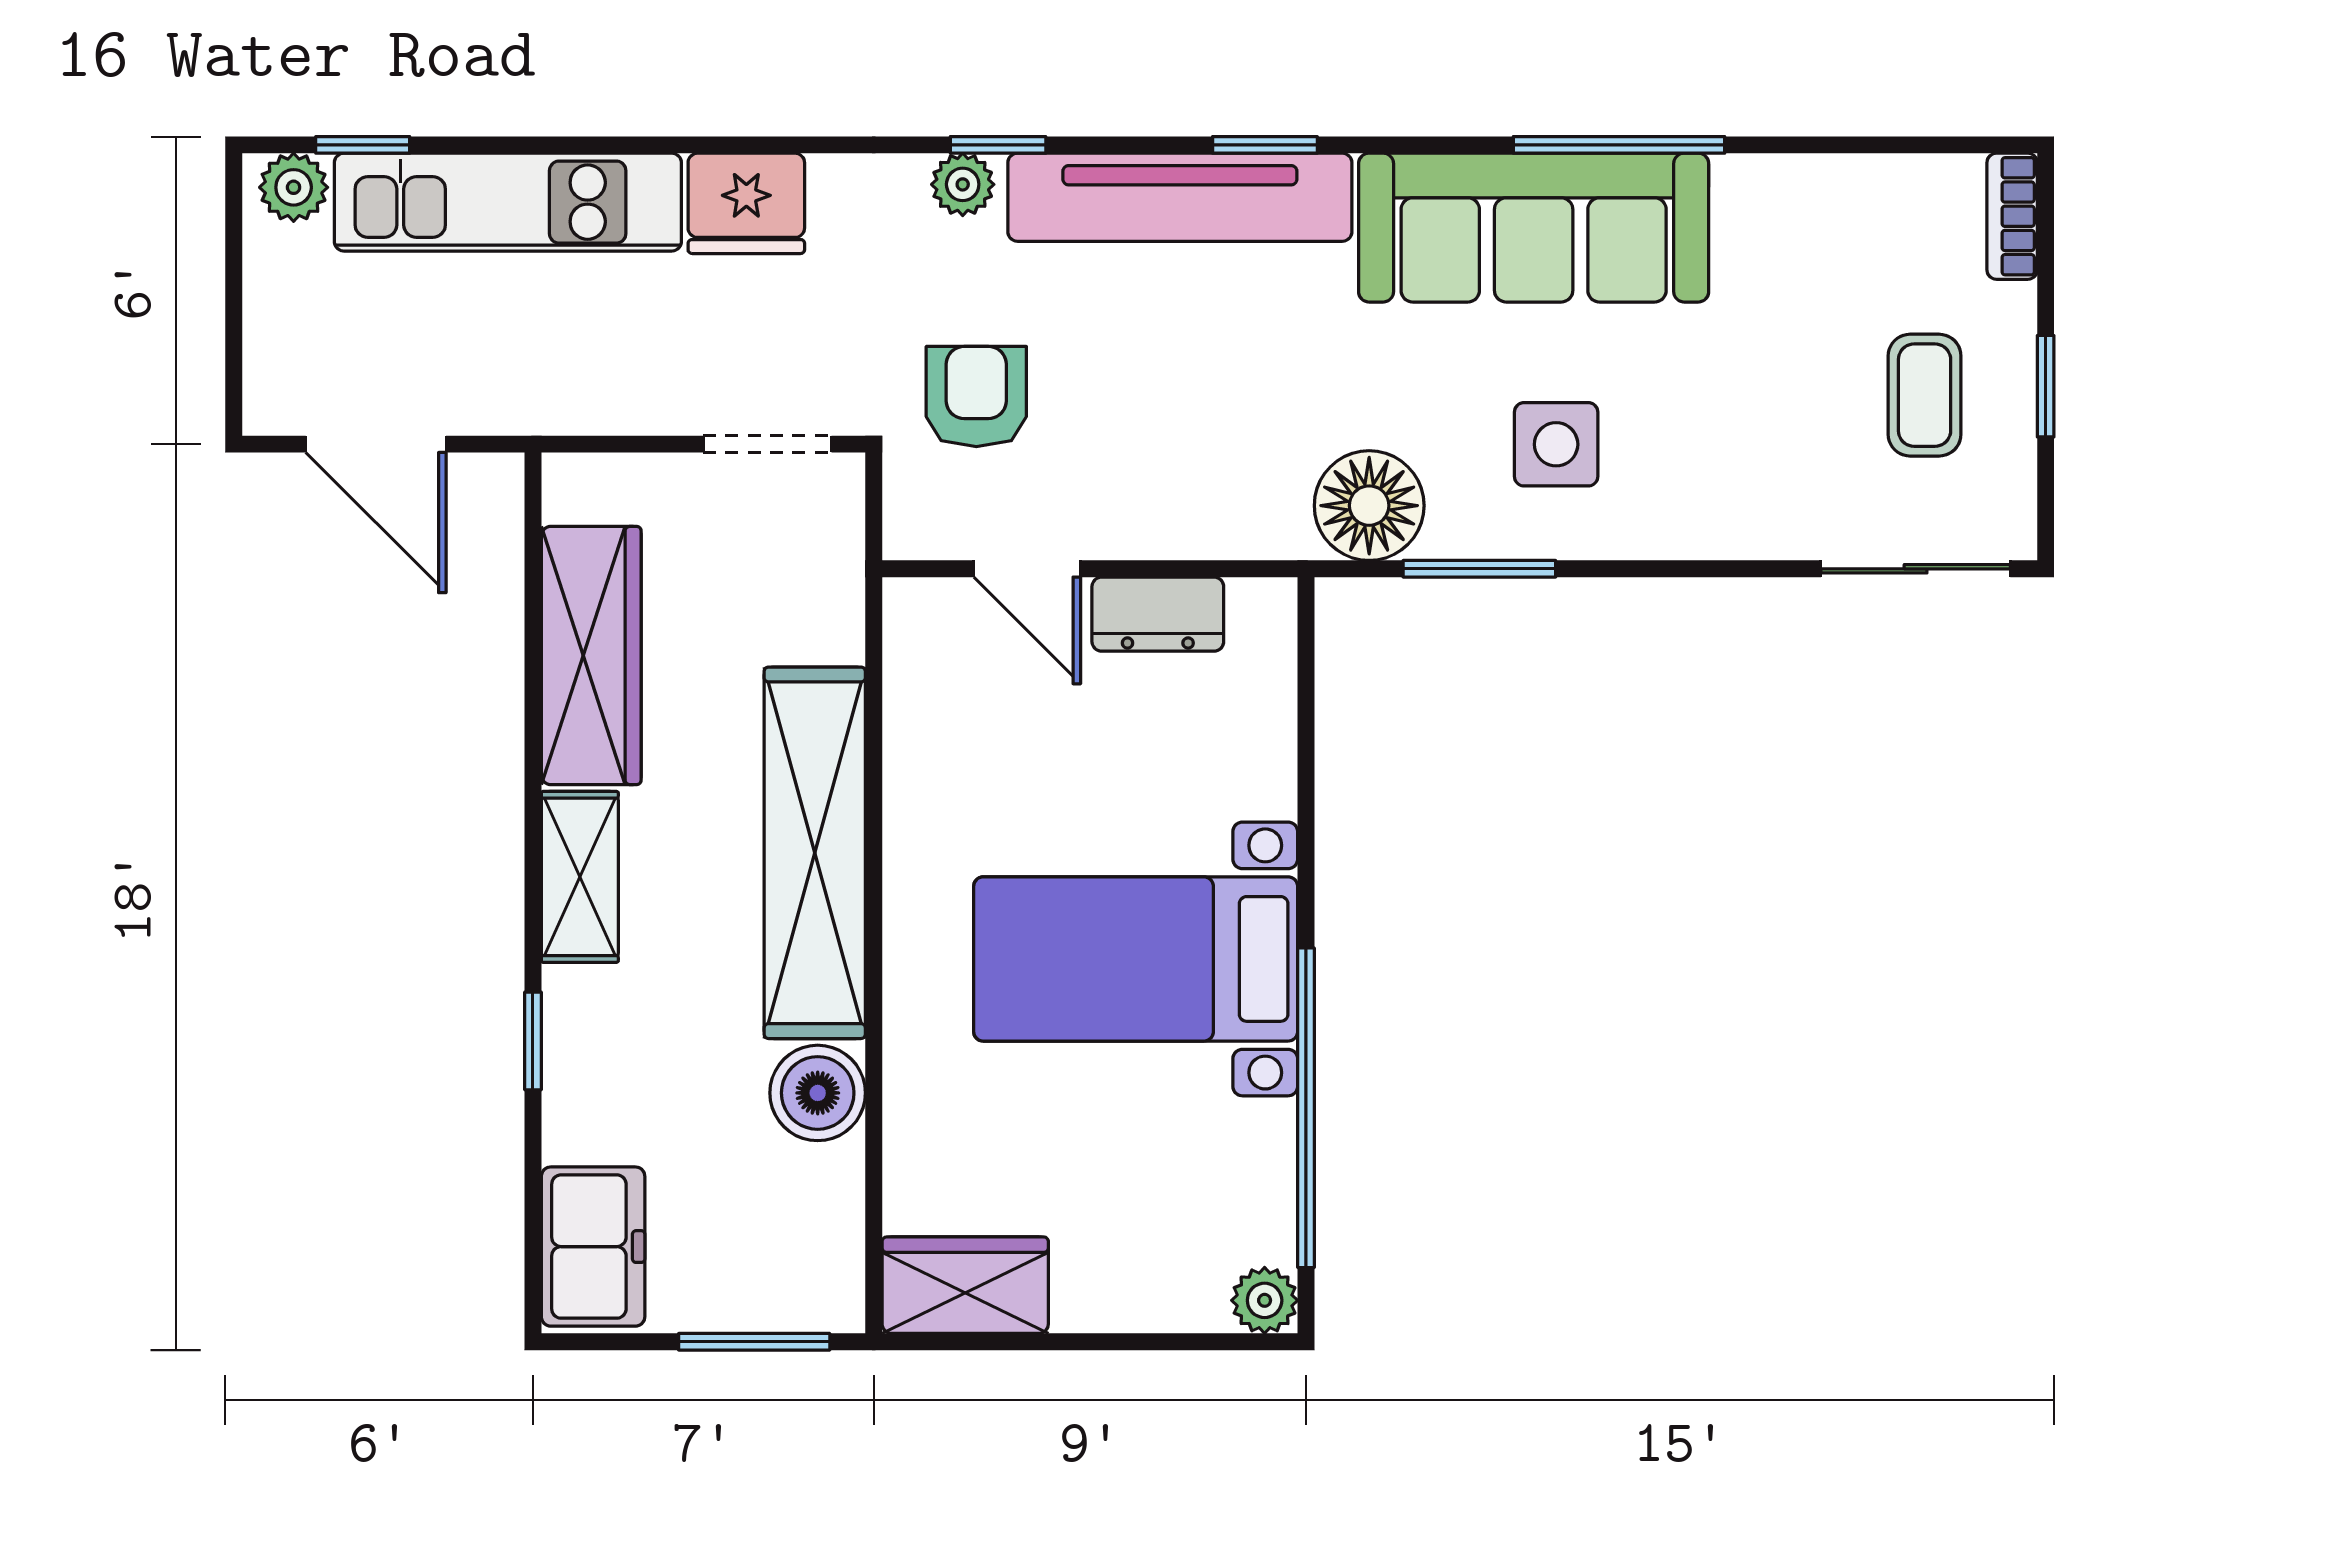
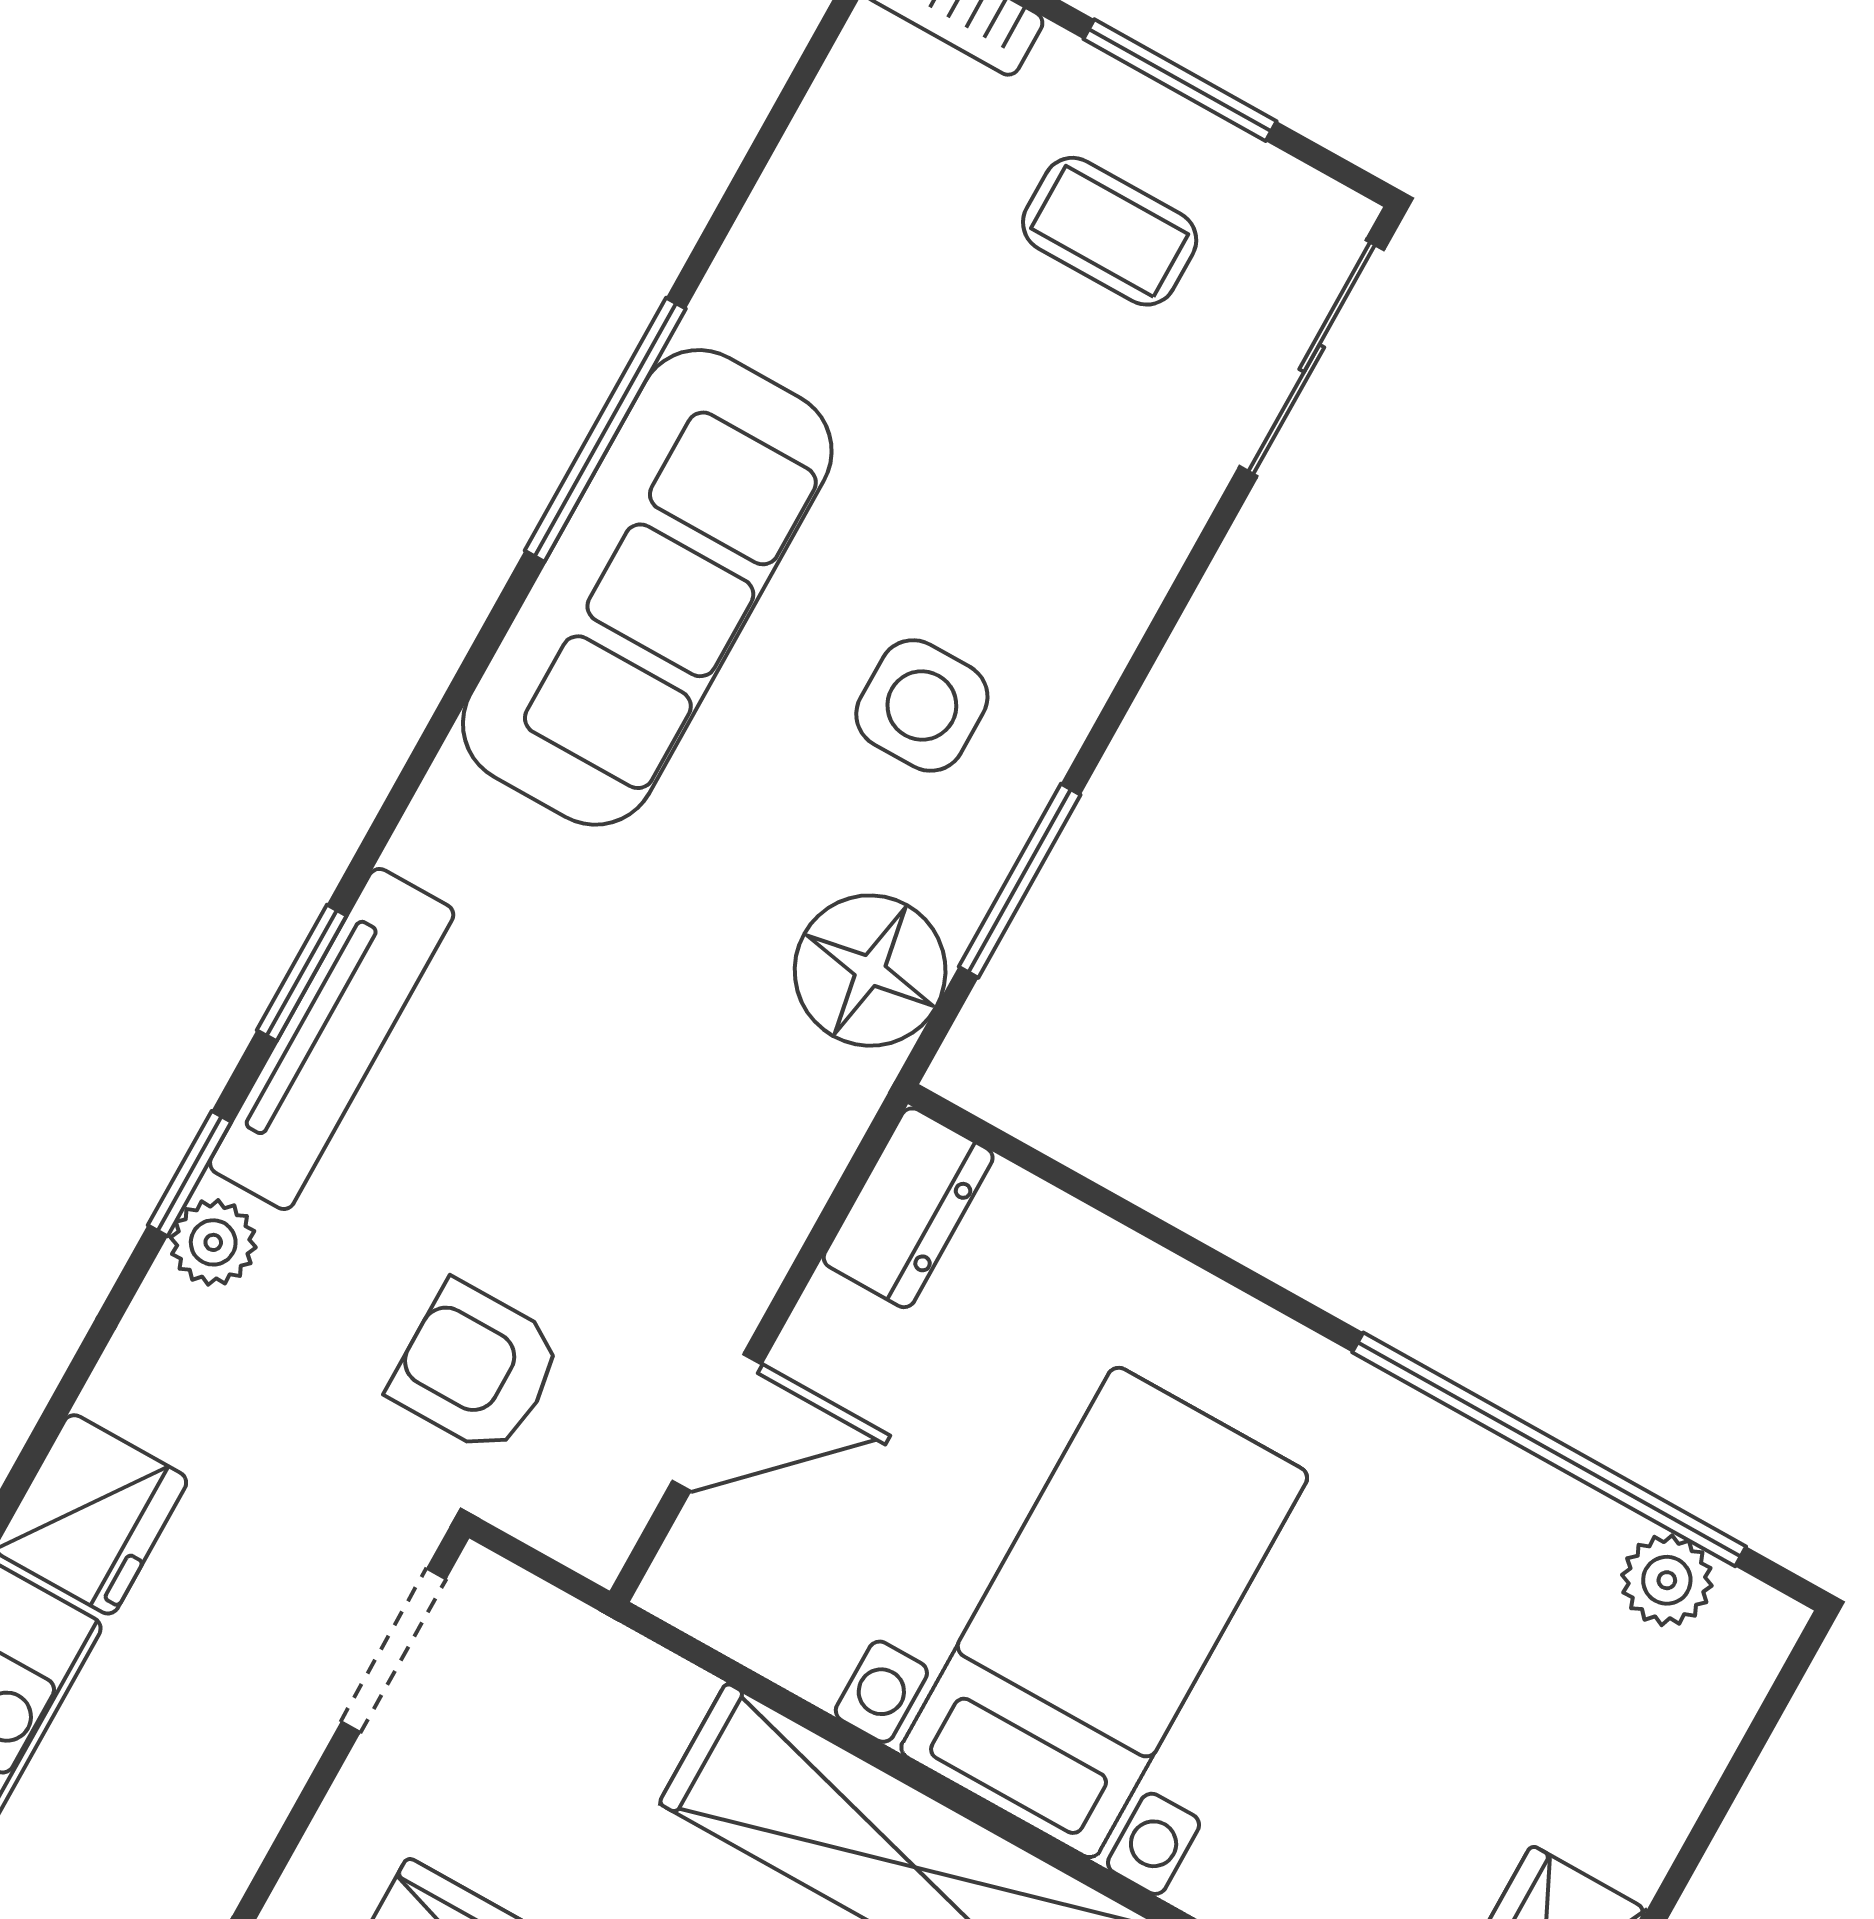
window: (1265, 145) -> (302, 973), moved
tv unit: (1180, 197) -> (332, 1039), width x0.73, depth x0.78
window: (2046, 386) -> (1180, 80), width x1.50
dresser: (1158, 614) -> (908, 1208), moved
bed with nightstands: (1136, 959) -> (1104, 1613), moved, turned 180
plant: (1265, 1300) -> (1667, 1580), moved

